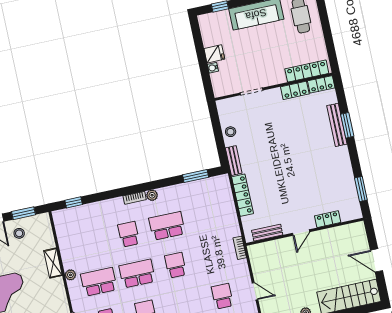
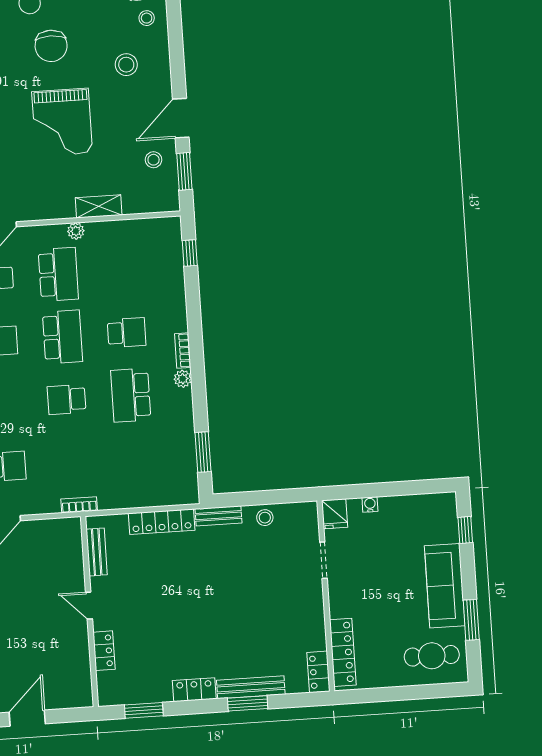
fridge: (214, 54) -> (335, 514), moved
locker: (295, 90) -> (194, 690), moved, turned 90
school desk: (167, 226) -> (131, 395), turned 180
school desk: (175, 265) -> (67, 399), turned 180

